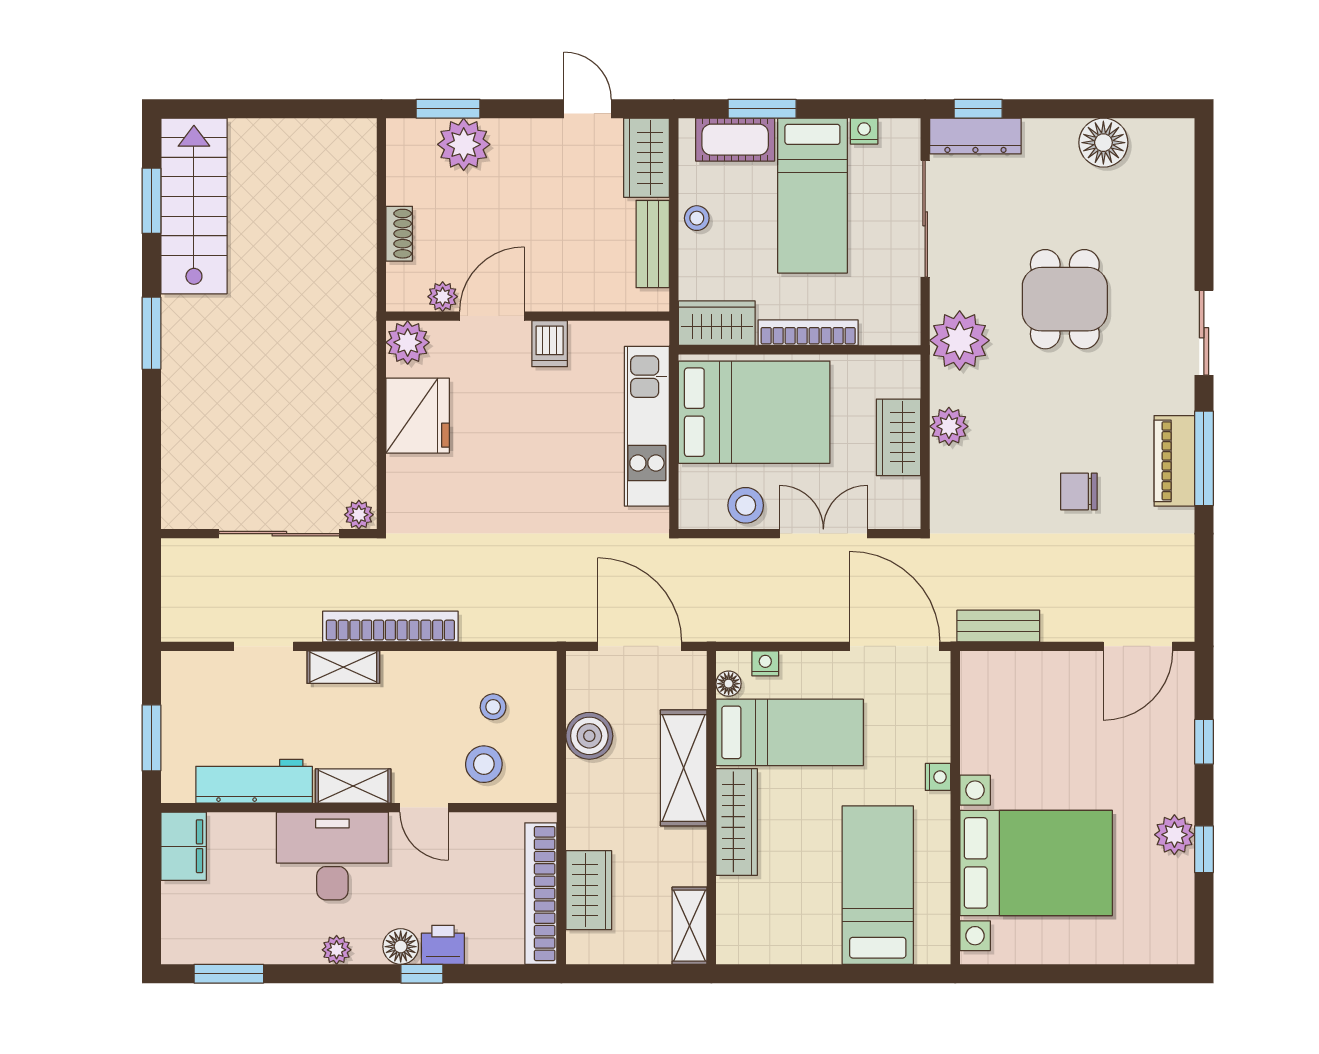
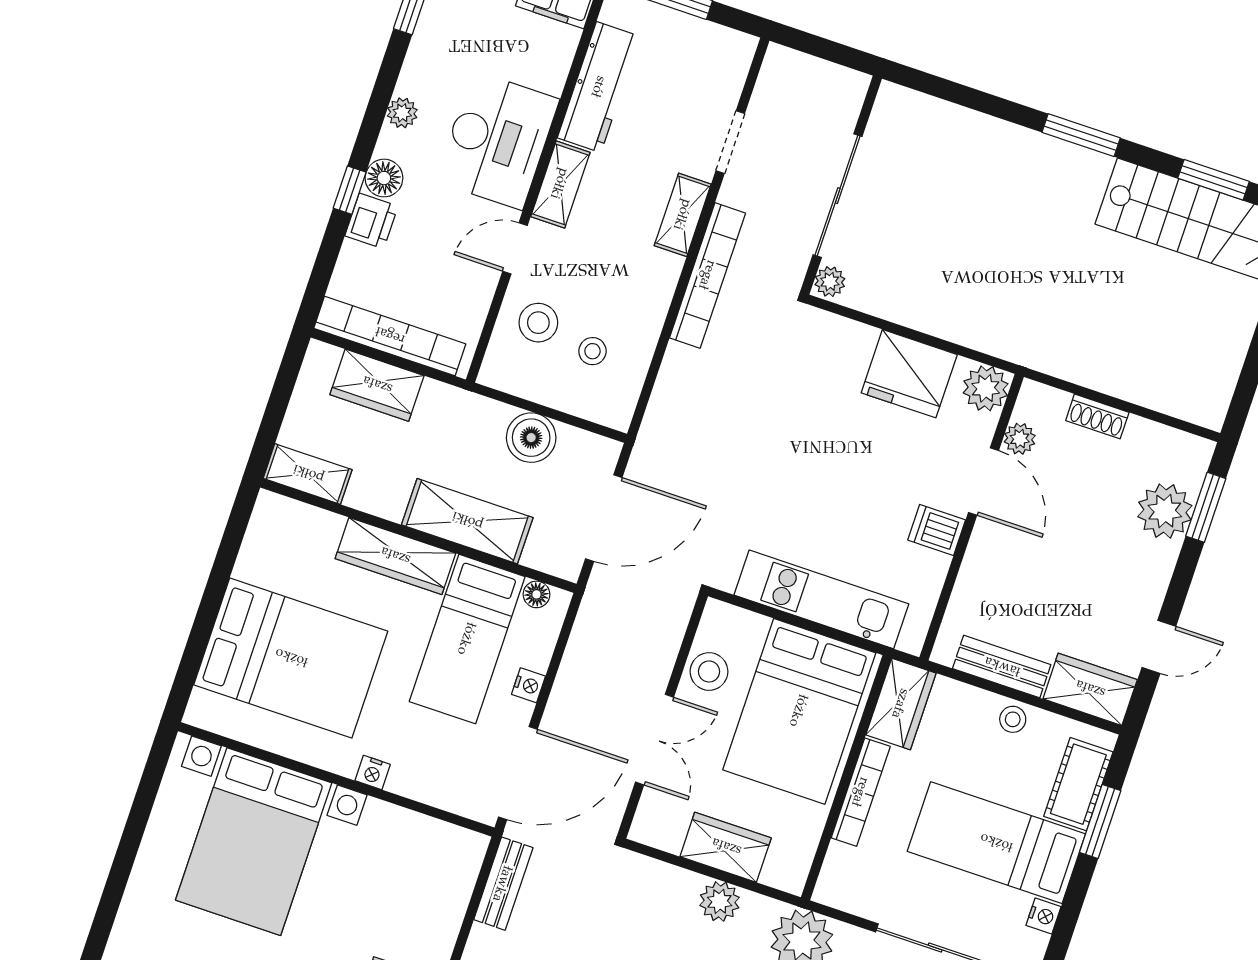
nightstand: (765, 663) -> (528, 685), moved
bed: (878, 885) -> (291, 658), width x1.50

